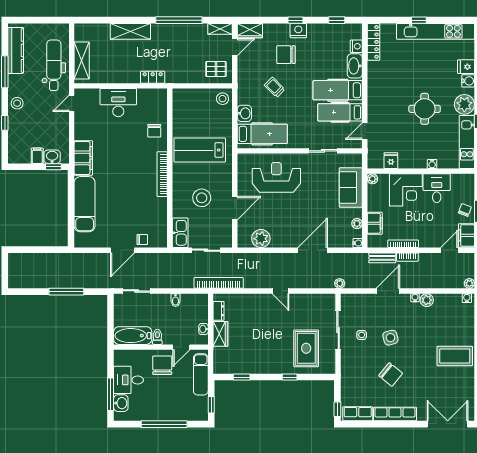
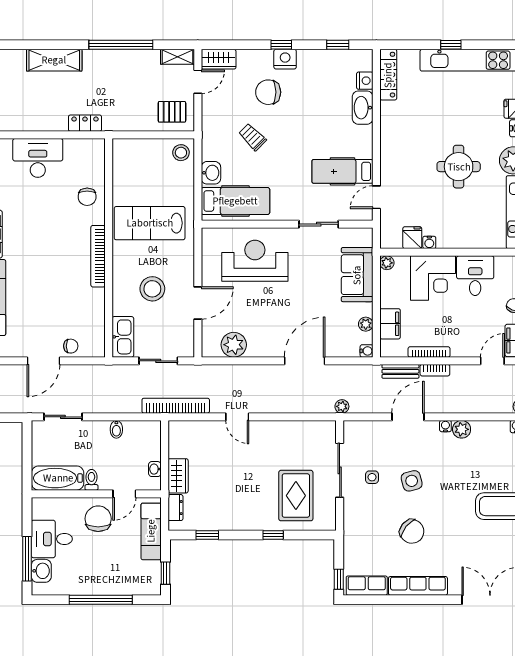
hospital bed: (338, 90) -> (339, 141), removed
water cooler: (432, 164) -> (429, 242), moved
door: (280, 291) -> (237, 417), moved
dresser: (218, 311) -> (175, 508), moved

